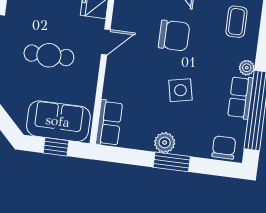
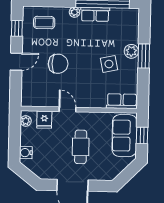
chair: (174, 36) -> (58, 64), turned 90
side table: (180, 90) -> (109, 64), moved
plant: (165, 143) -> (131, 51), moved
chair: (224, 148) -> (130, 22), removed

